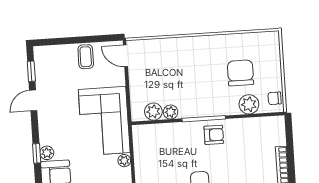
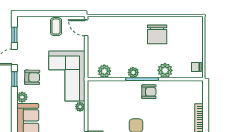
chair: (240, 73) -> (157, 34), moved, turned 180
plant: (249, 104) -> (165, 70), moved
plant: (171, 112) -> (133, 72), moved
armchair: (58, 126) -> (32, 77), added
window: (37, 153) -> (14, 79), moved

